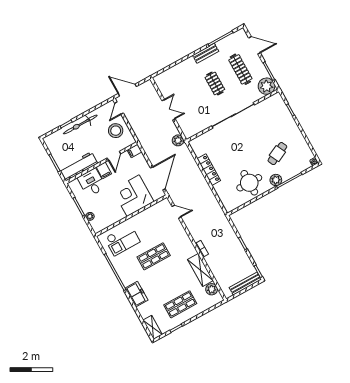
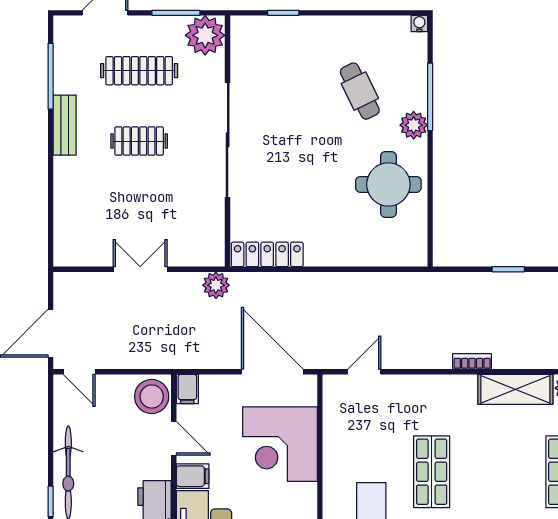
stool: (116, 131) -> (152, 396), moved
locker: (209, 170) -> (267, 254), moved

